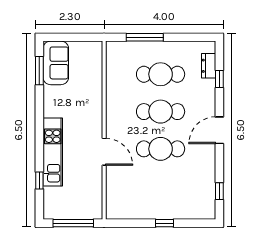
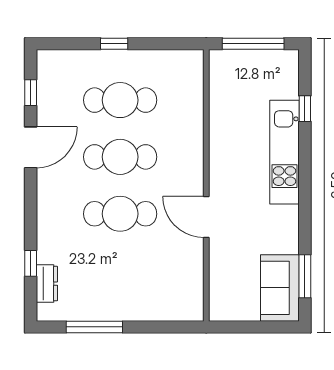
window: (145, 37) -> (94, 327), moved
cafe table: (161, 74) -> (120, 100), moved
door: (219, 130) -> (31, 147), moved
door: (104, 152) -> (206, 217), moved

